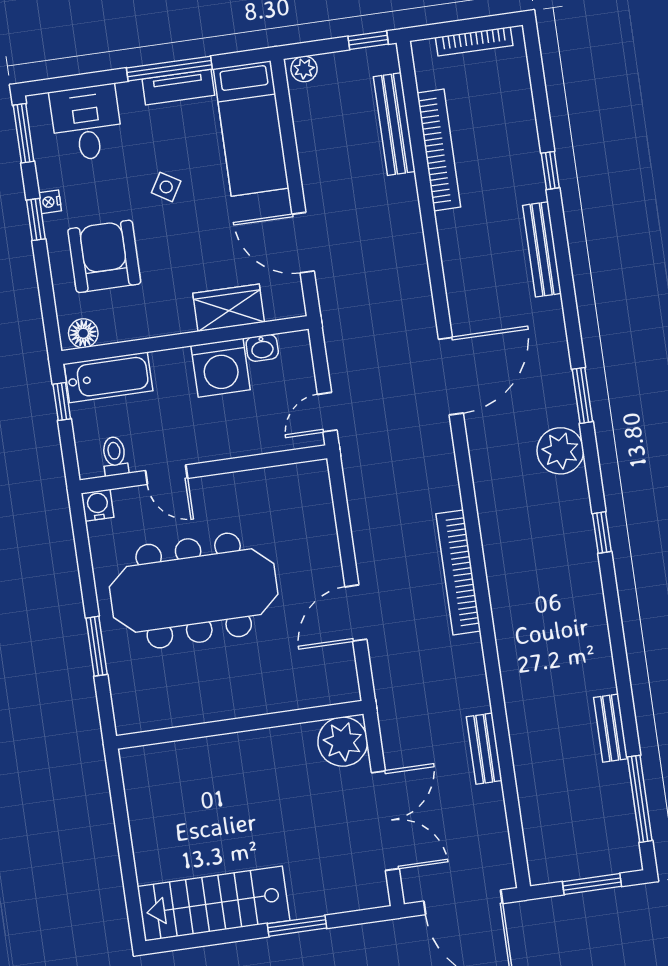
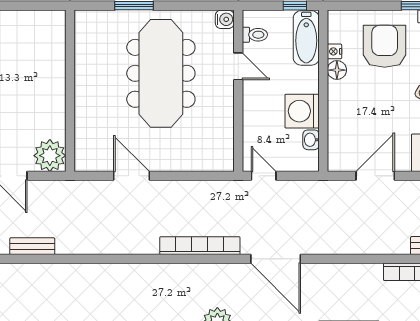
armchair: (104, 256) -> (385, 46), turned -90
wardrobe: (229, 308) -> (340, 122), removed
nightstand: (123, 331) -> (334, 51), added
floor lamp: (83, 333) -> (337, 70), moved
door: (166, 475) -> (238, 66), swing flipped
bookcase: (458, 572) -> (200, 246), moved

